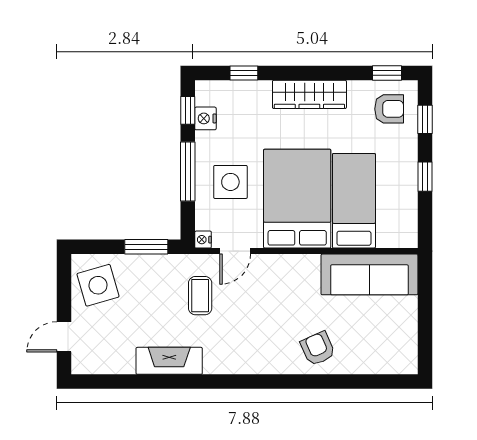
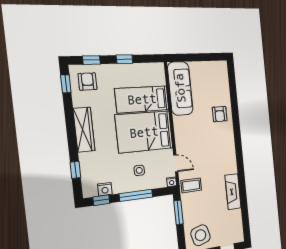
side table: (230, 182) -> (139, 170), width x0.54, depth x0.54
coffee table: (200, 296) -> (191, 185), moved
armchair: (318, 349) -> (220, 114), turned -66

